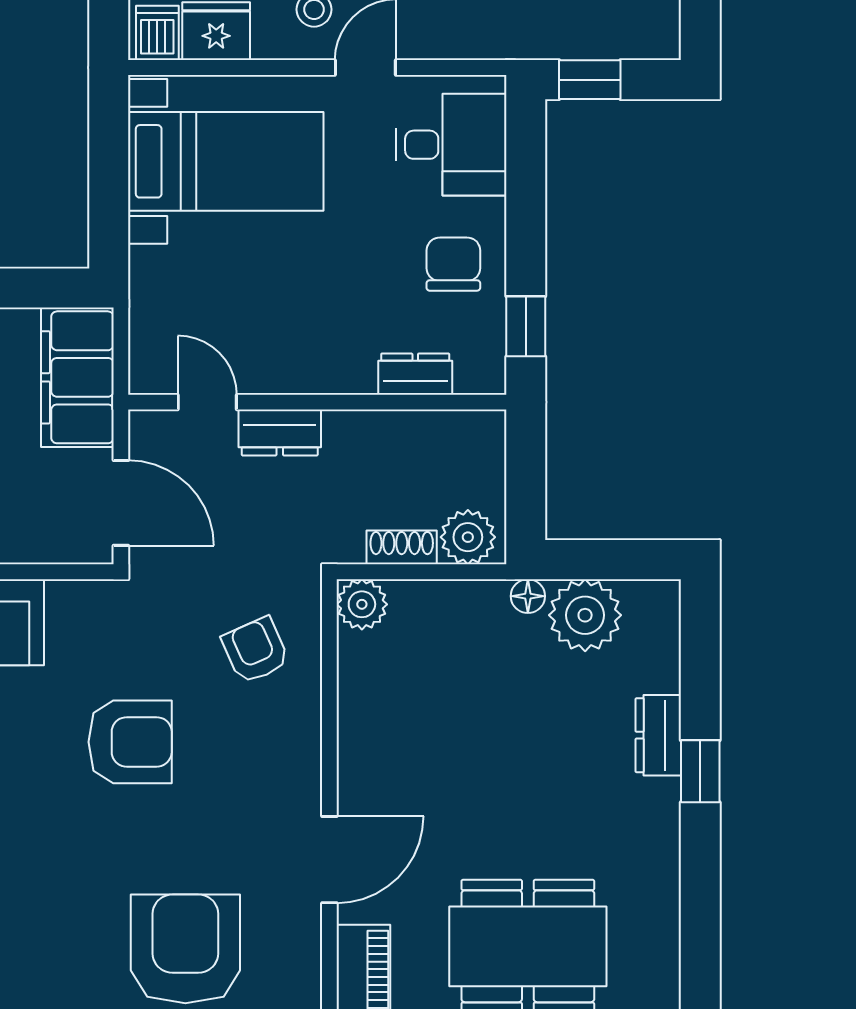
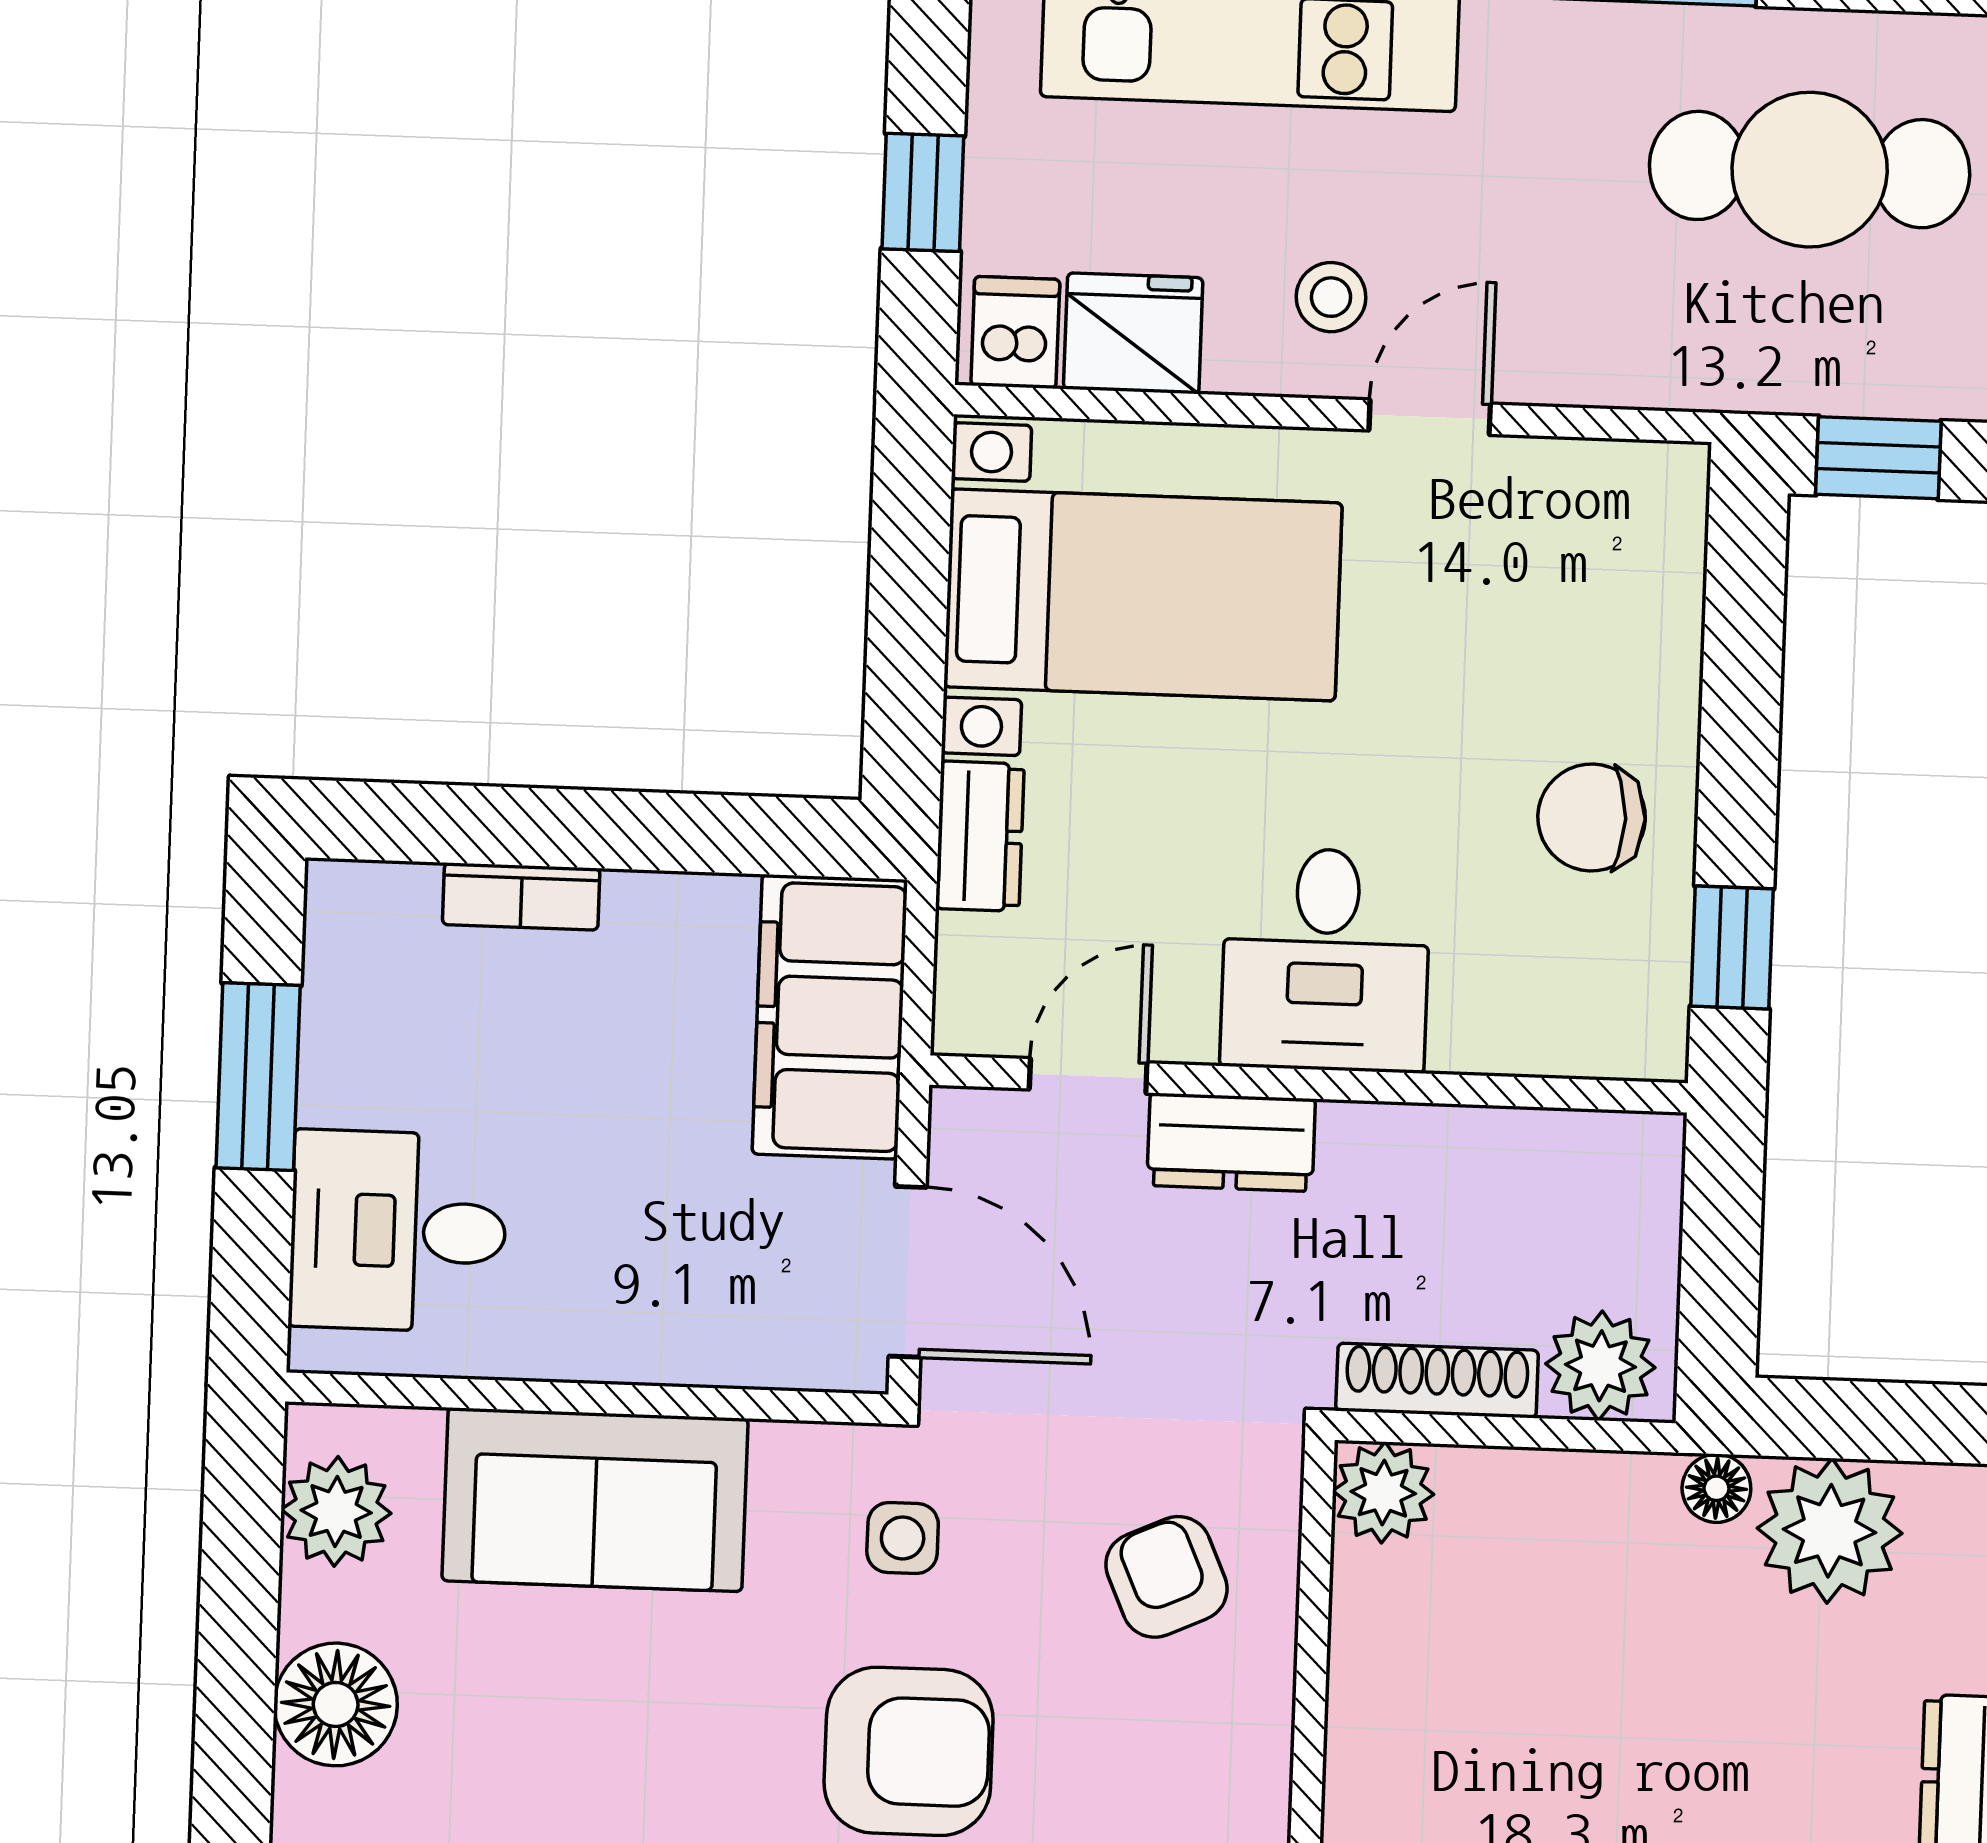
desk: (451, 145) -> (1326, 960), moved, turned 90
chair: (453, 264) -> (1592, 818), turned -90
dresser: (415, 374) -> (980, 836), moved, turned 90
door: (207, 402) -> (1088, 1076), hinge flipped
shoe rack: (402, 547) -> (1437, 1381), width x1.43
side table: (123, 636) -> (903, 1538), added

